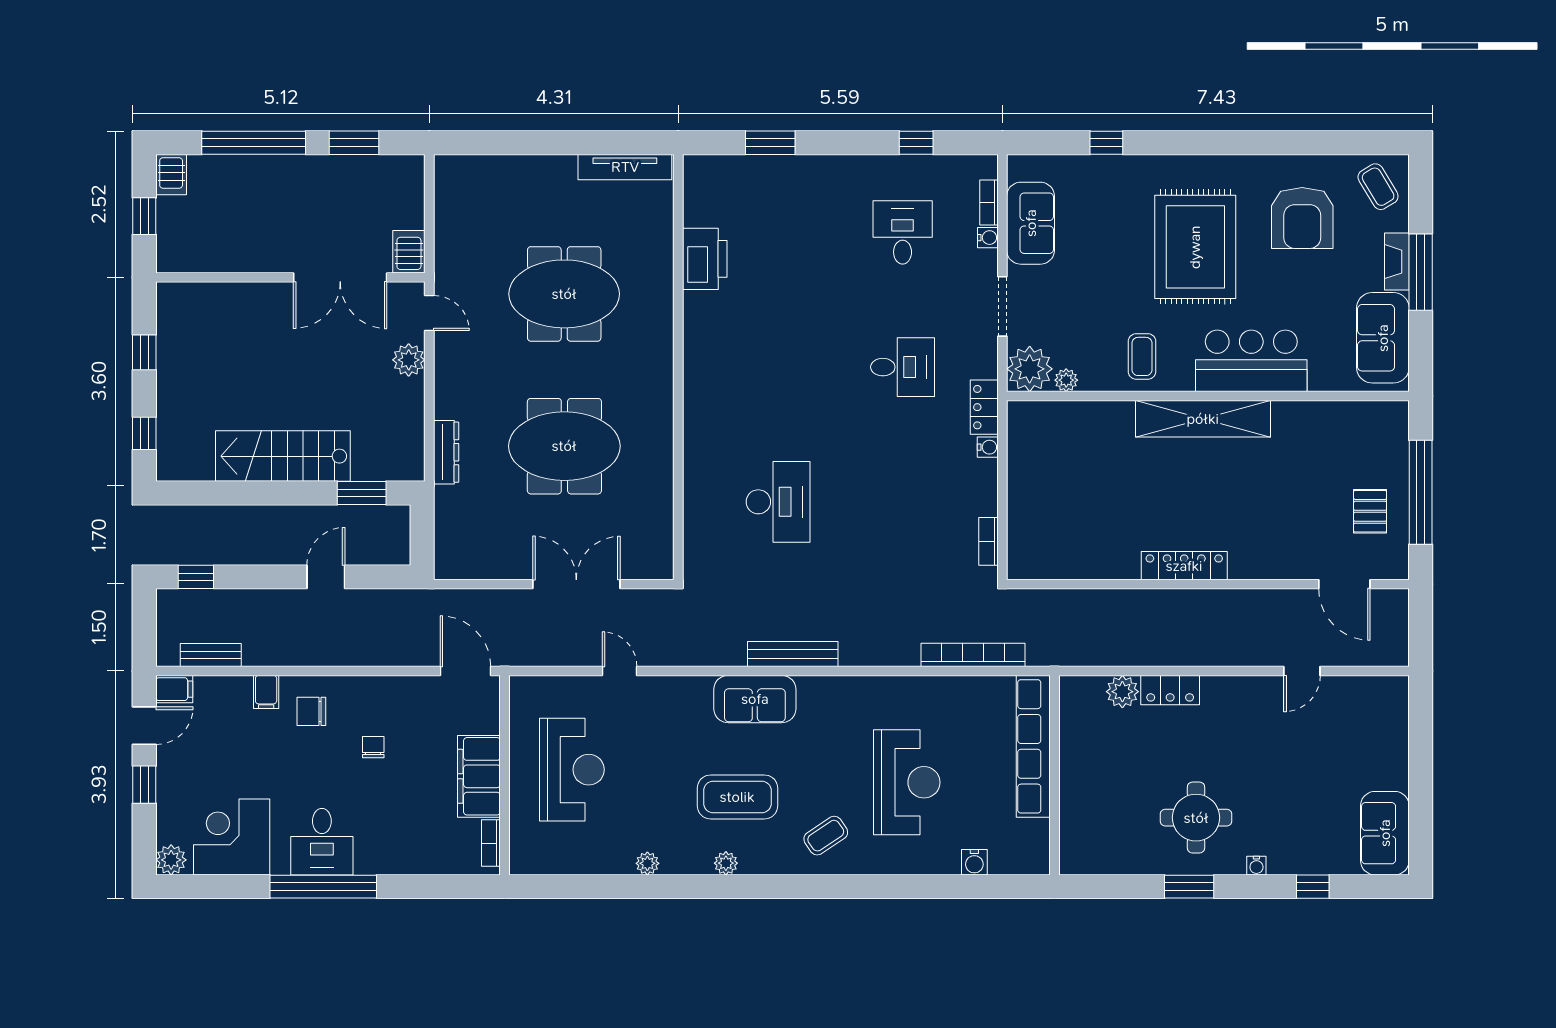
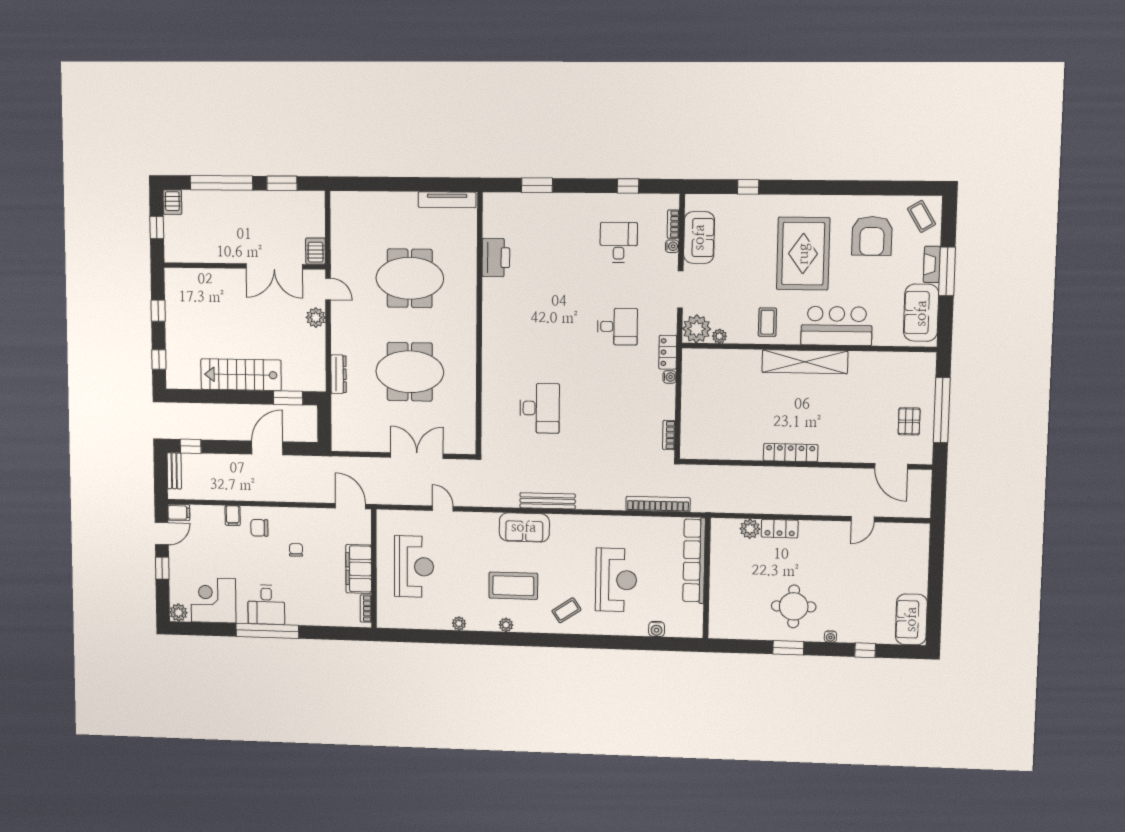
door: (326, 577) -> (267, 448), width x1.38
bench: (211, 655) -> (174, 471), moved, turned 90

